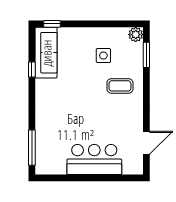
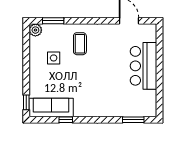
window: (32, 148) -> (133, 120), width x0.69

